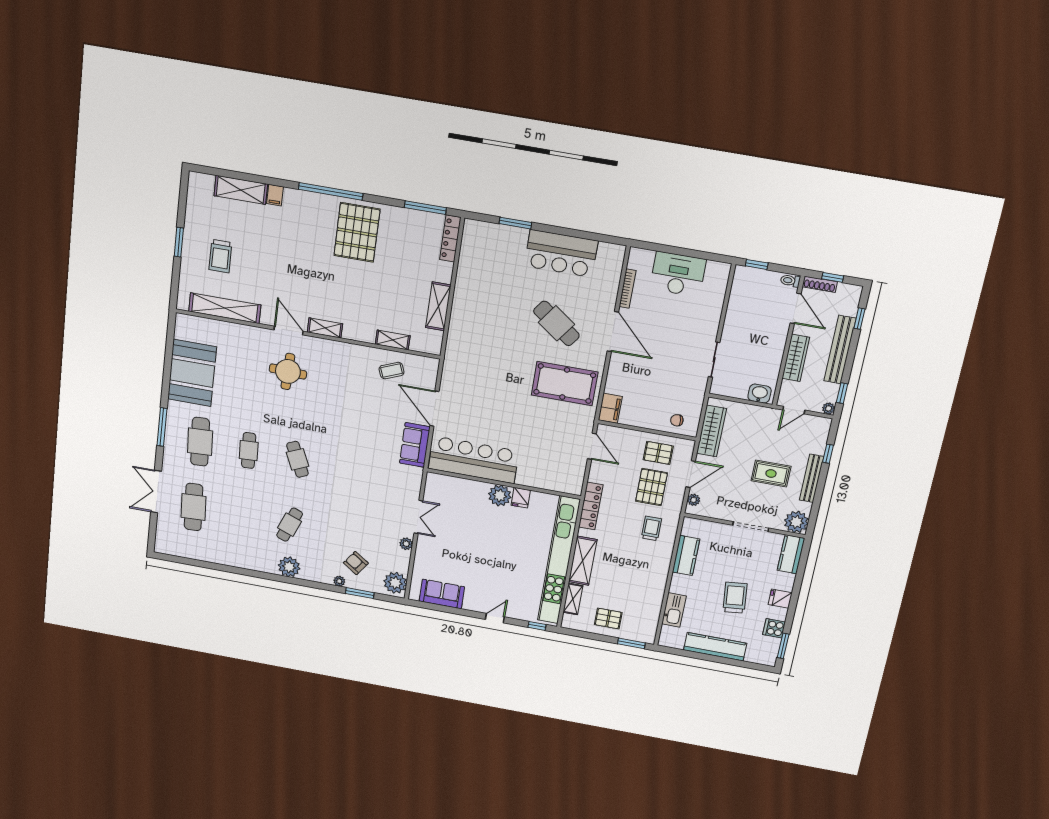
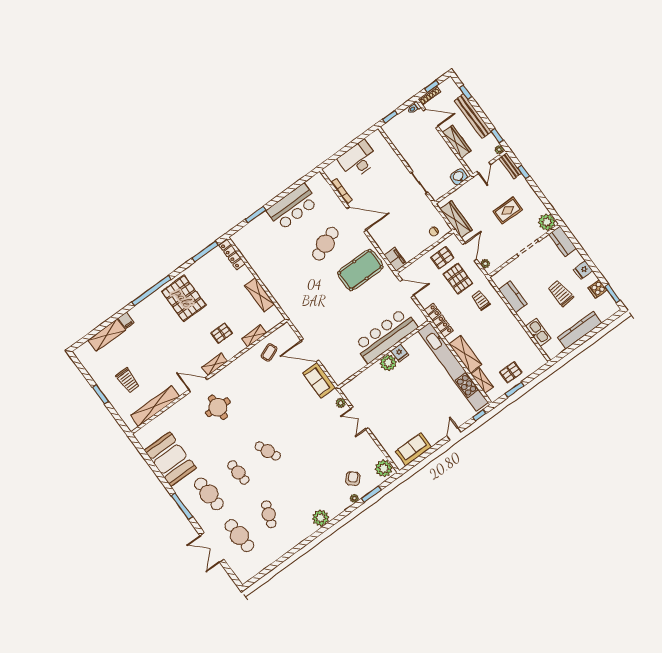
pallet: (362, 305) -> (222, 333), added
cafe table: (556, 323) -> (325, 244), turned -58
bar counter: (474, 460) -> (386, 336), moved
bench: (812, 478) -> (510, 166), moved, width x0.73
double door: (418, 517) -> (359, 418), swing flipped
cafe table: (290, 525) -> (269, 514), moved
plant: (406, 544) -> (341, 403), moved
armchair: (356, 563) -> (353, 479), turned 98
window: (631, 643) -> (515, 390), moved

